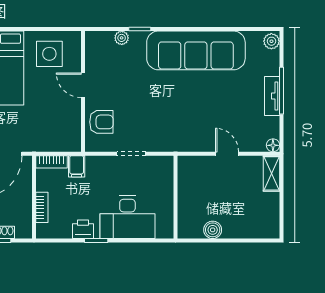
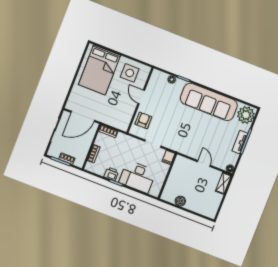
plant: (271, 41) -> (246, 115), width x1.88, depth x1.88
armchair: (101, 122) -> (143, 120), turned -90
filing cabinet: (77, 166) -> (168, 158), moved

